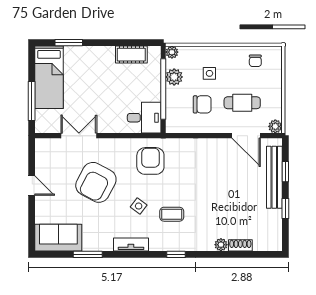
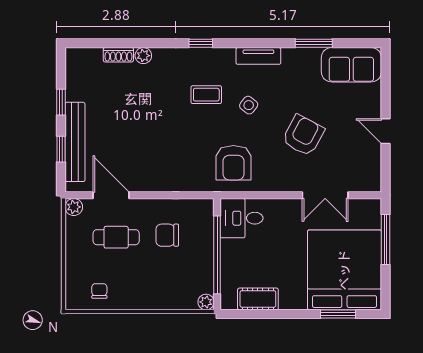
side table: (209, 73) -> (158, 275), removed
bed: (49, 77) -> (344, 270), width x2.04
plant: (174, 77) -> (203, 270), removed
armchair: (96, 182) -> (303, 135), width x0.73, depth x0.73

